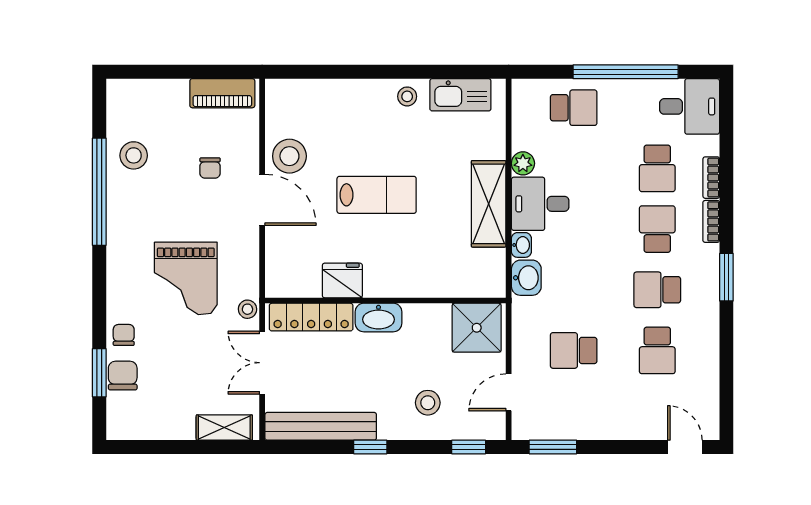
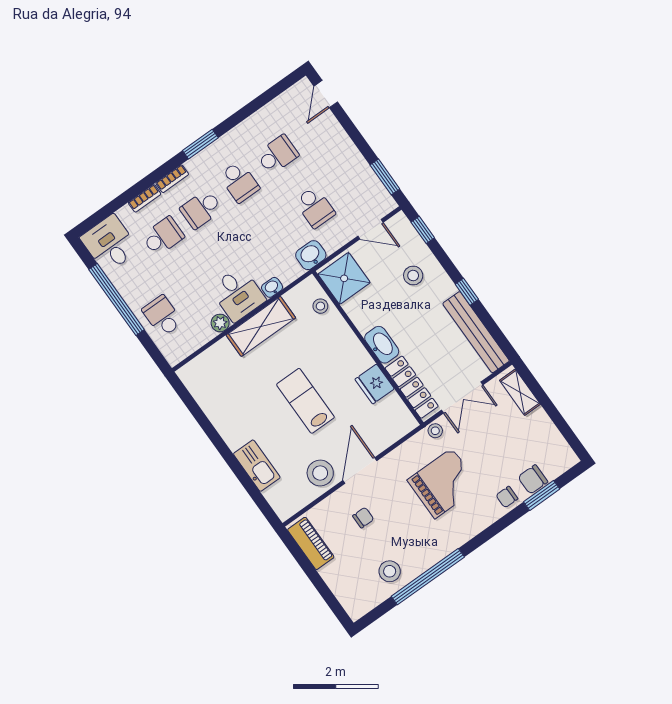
kitchen sink: (460, 95) -> (257, 466), moved
stool: (407, 96) -> (320, 306), moved
washbasin: (526, 278) -> (311, 255), moved

